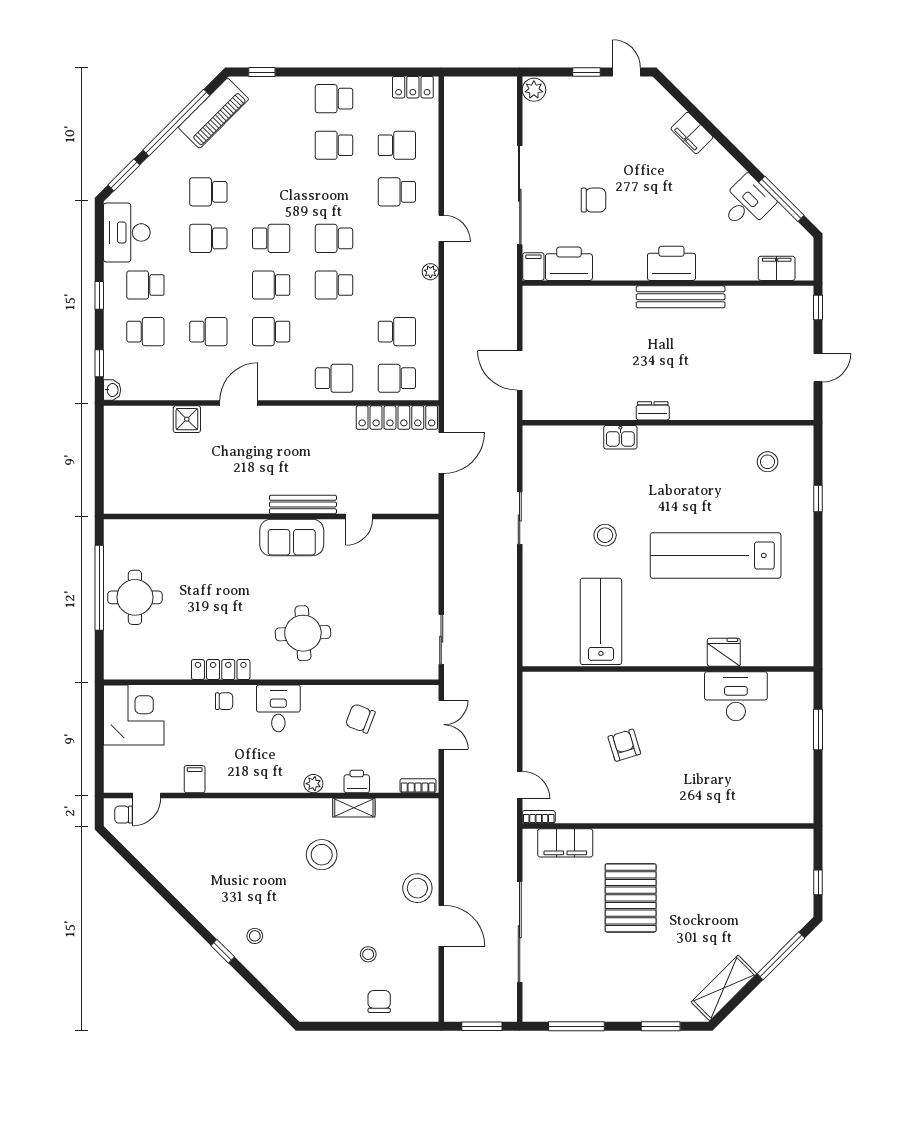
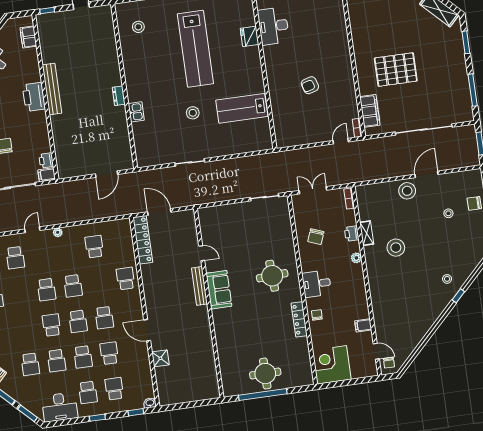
printer: (569, 264) -> (46, 160), width x0.53, depth x0.68
school desk: (397, 378) -> (83, 357), moved

